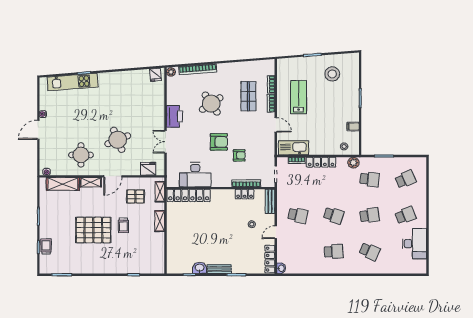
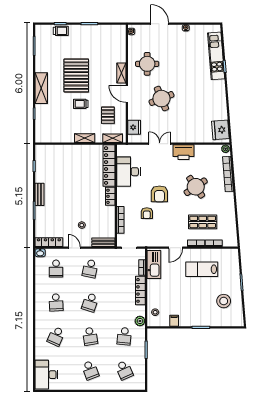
fridge: (155, 75) -> (220, 130), width x1.88, depth x1.34
lab bench: (299, 97) -> (202, 269), turned 180
door: (38, 130) -> (160, 24), moved
shelving: (63, 184) -> (41, 88), moved
locker: (245, 194) -> (110, 196), moved
desk: (414, 244) -> (46, 375), moved, turned 90
school desk: (298, 252) -> (56, 268), added
washbasin: (200, 268) -> (41, 176), removed

